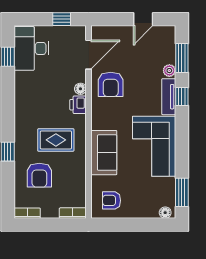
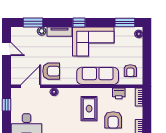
door: (89, 55) -> (31, 86), hinge flipped
window: (182, 97) -> (79, 23), moved
printer: (78, 105) -> (119, 93), moved
sofa: (104, 153) -> (98, 76), width x1.36
armchair: (39, 175) -> (113, 120), turned 90

